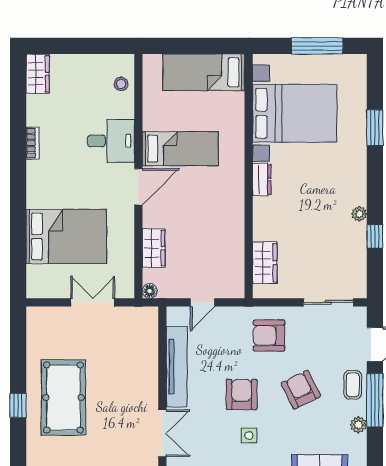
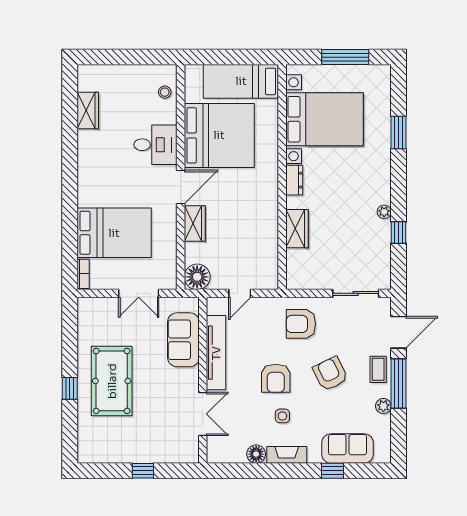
wardrobe: (38, 74) -> (88, 111), moved
bookcase: (32, 143) -> (83, 274), moved
bed: (180, 149) -> (219, 135), width x2.04
wardrobe: (154, 248) -> (195, 223), moved
wardrobe: (265, 263) -> (297, 229), moved
floor lamp: (150, 291) -> (197, 277), width x1.89, depth x1.89
double door: (93, 302) -> (139, 293), swing flipped
sofa: (141, 353) -> (183, 340), added
armchair: (242, 395) -> (276, 378), turned 180

